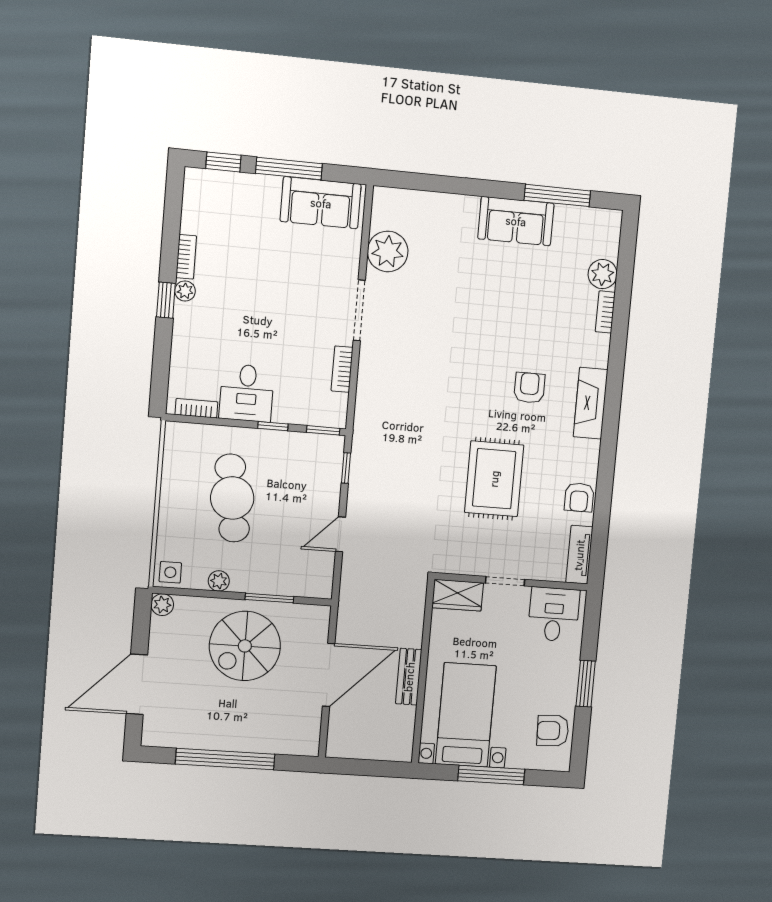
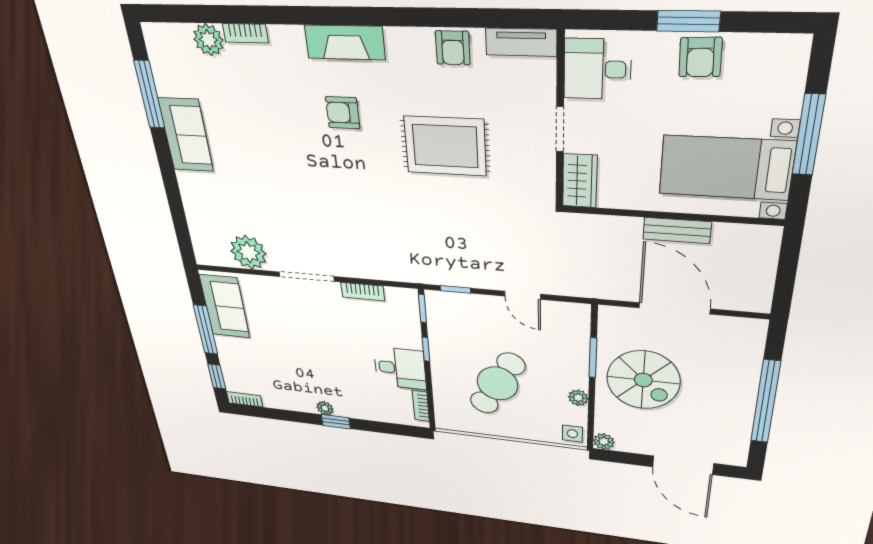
bookcase: (186, 257) -> (245, 399), moved
armchair: (579, 497) -> (453, 48), turned 90
cafe table: (232, 498) -> (497, 383), turned -53
armchair: (553, 731) -> (700, 57), moved

